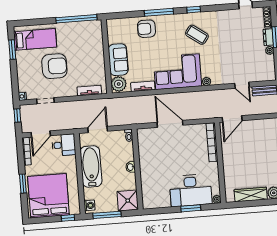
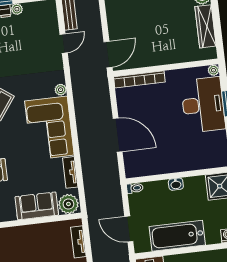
door: (232, 119) -> (108, 54), hinge flipped
door: (170, 124) -> (118, 135), swing flipped

